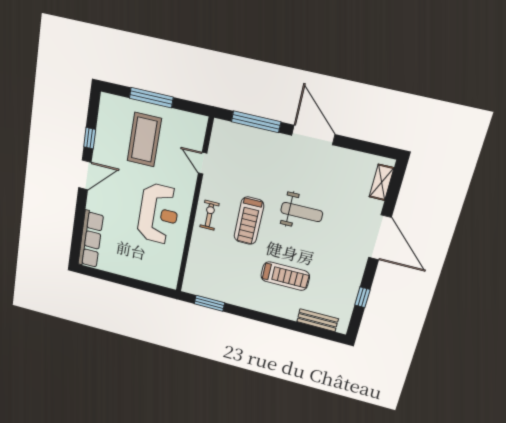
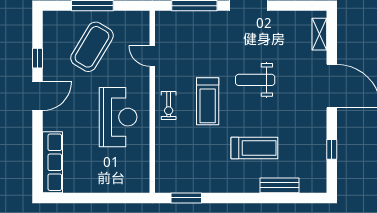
coffee table: (144, 140) -> (92, 47), turned 31
weight bench: (302, 212) -> (255, 80), turned 180
exercise bike: (209, 215) -> (169, 106), turned 180
bench: (318, 320) -> (279, 185), moved

